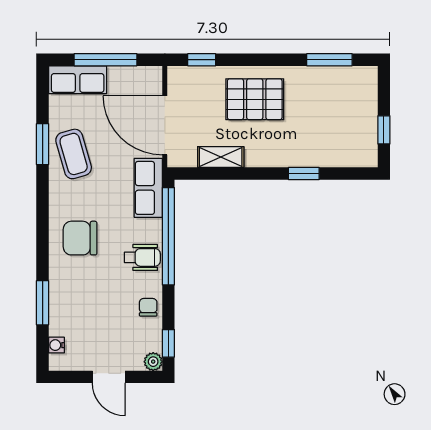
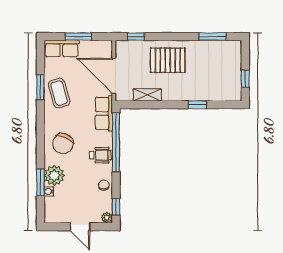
window: (106, 60) -> (78, 37), width x0.69
chair: (80, 238) -> (63, 144), turned -67
plant: (66, 291) -> (54, 175), added
water cooler: (56, 345) -> (49, 191), moved

